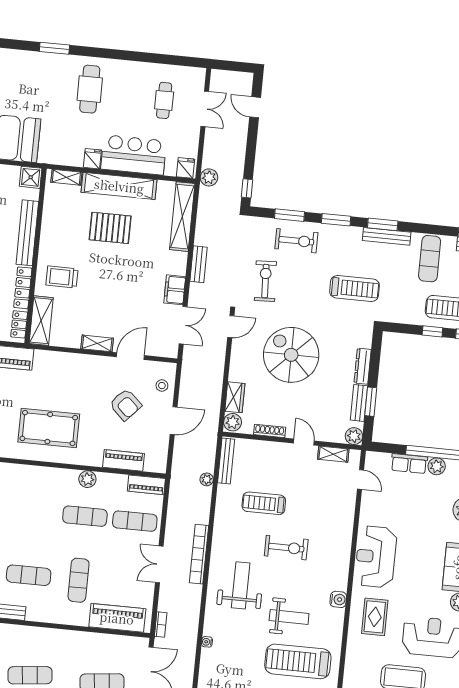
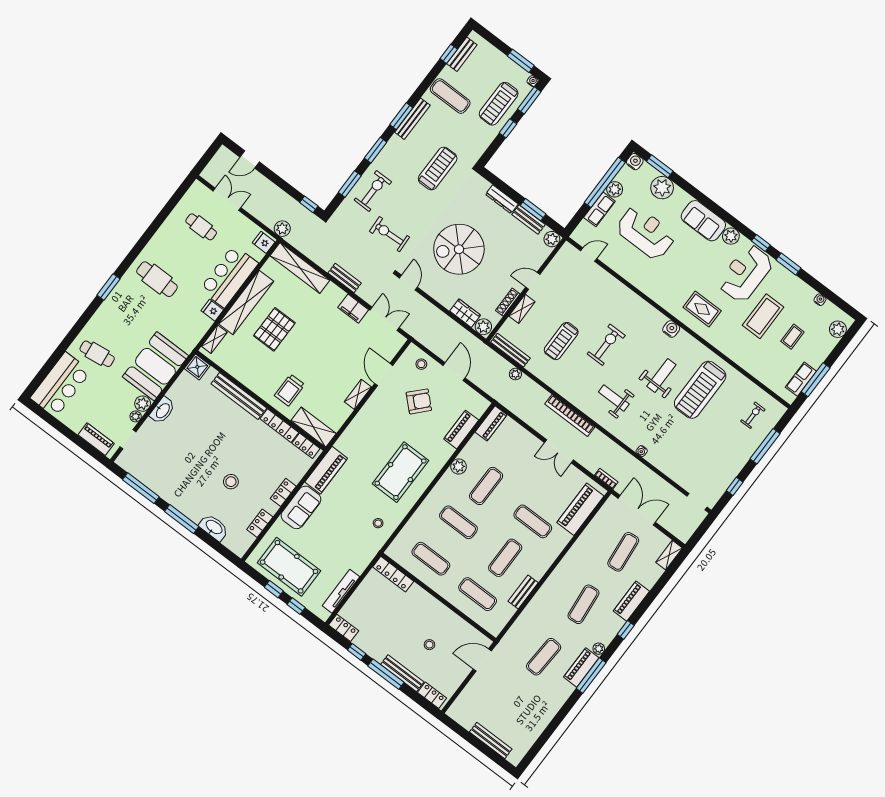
shelving: (333, 454) -> (522, 309), moved
exercise mat: (135, 521) -> (458, 522), moved, turned 90
reception desk: (376, 557) -> (646, 233), moved, turned 180
weight bench: (241, 585) -> (614, 398), width x0.73, depth x0.75

